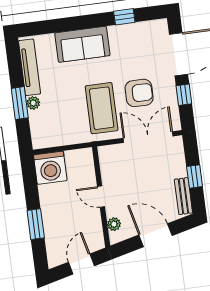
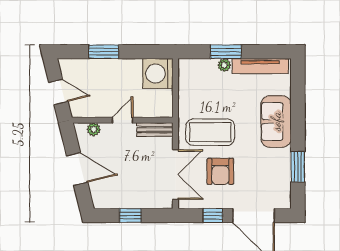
window: (124, 17) -> (298, 167), width x1.50
bench: (183, 196) -> (155, 130), moved
door: (155, 235) -> (77, 169), hinge flipped

